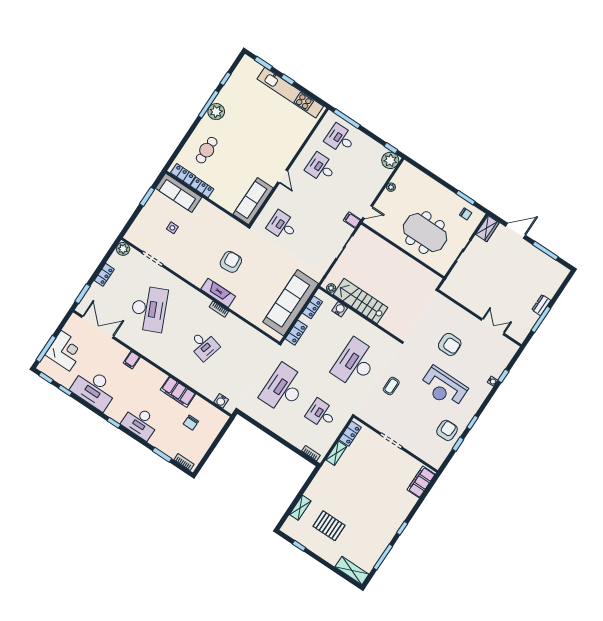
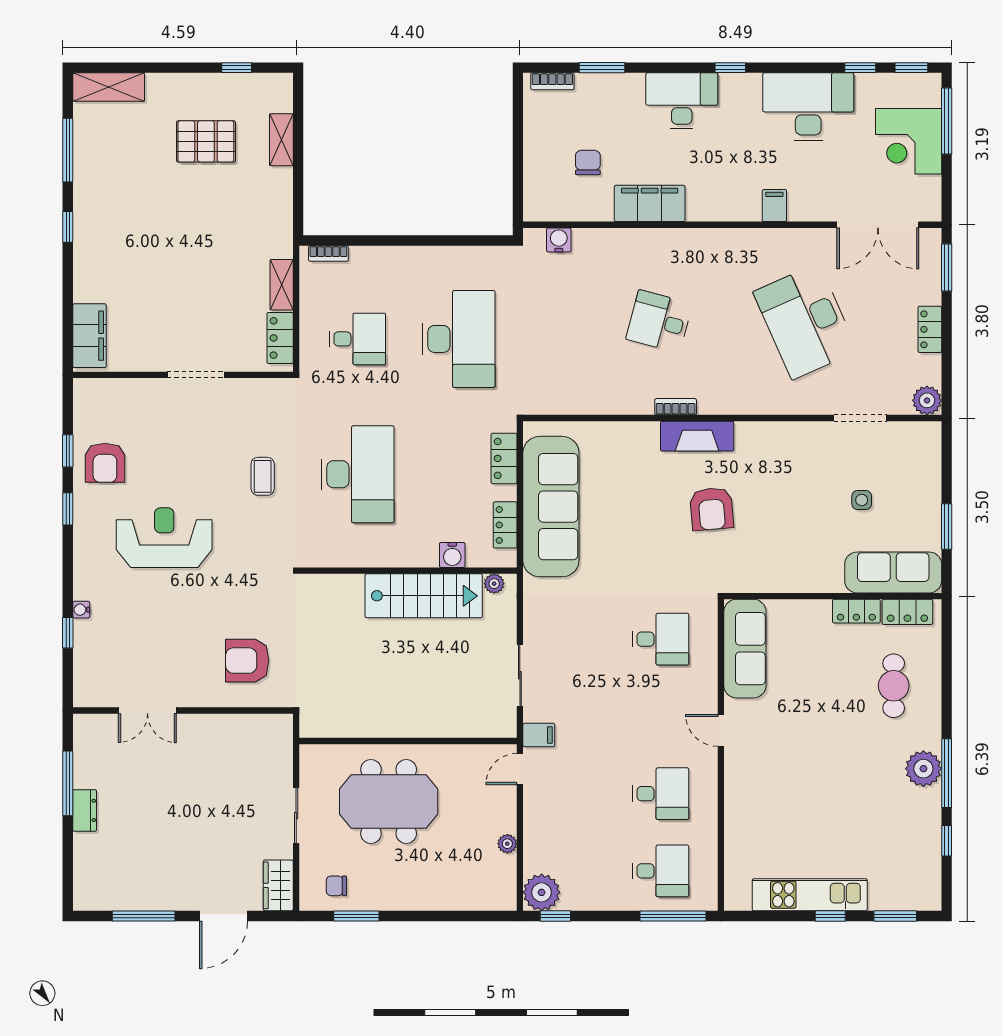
kitchen unit: (290, 93) -> (810, 895), width x0.73
armchair: (450, 344) -> (247, 661), moved

